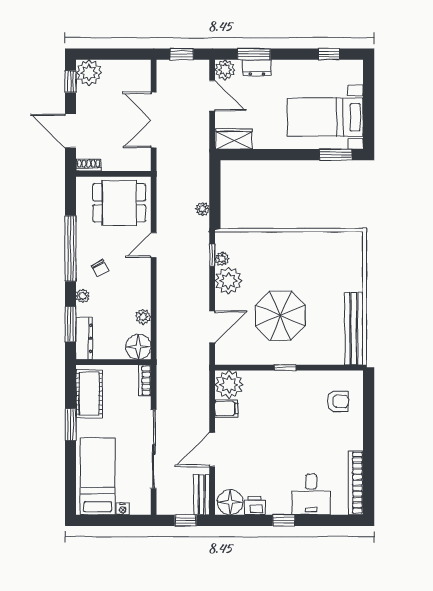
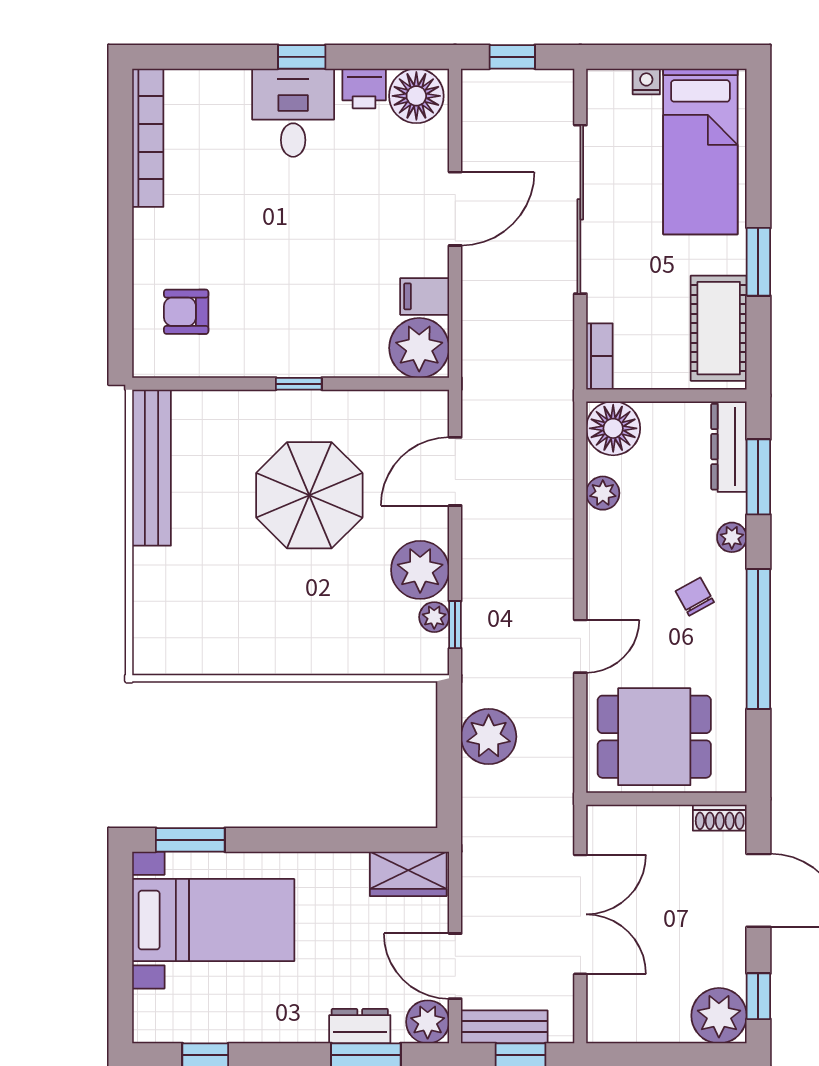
plant: (203, 209) -> (489, 737), width x1.88, depth x1.88
desk: (311, 494) -> (293, 113), moved
bench: (202, 495) -> (504, 1027), moved, turned 90

